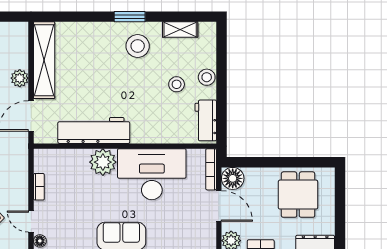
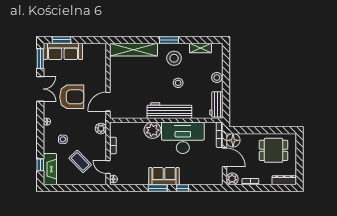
shelving: (44, 60) -> (133, 50), moved, turned 90
plant: (20, 78) -> (101, 129), moved
stool: (177, 84) -> (178, 83), moved
workbench: (94, 130) -> (169, 111), moved
dining table: (298, 195) -> (274, 150), turned 90

